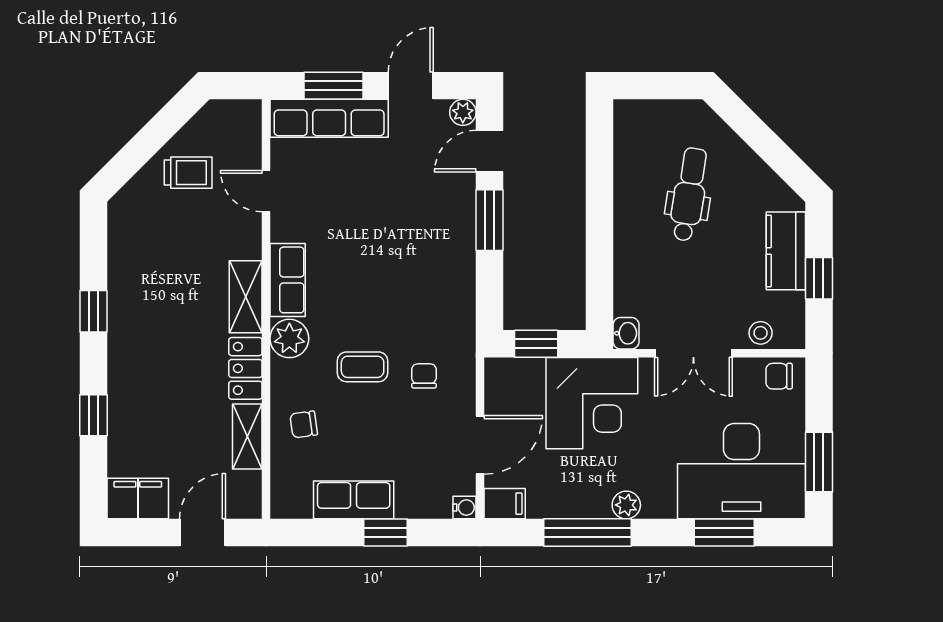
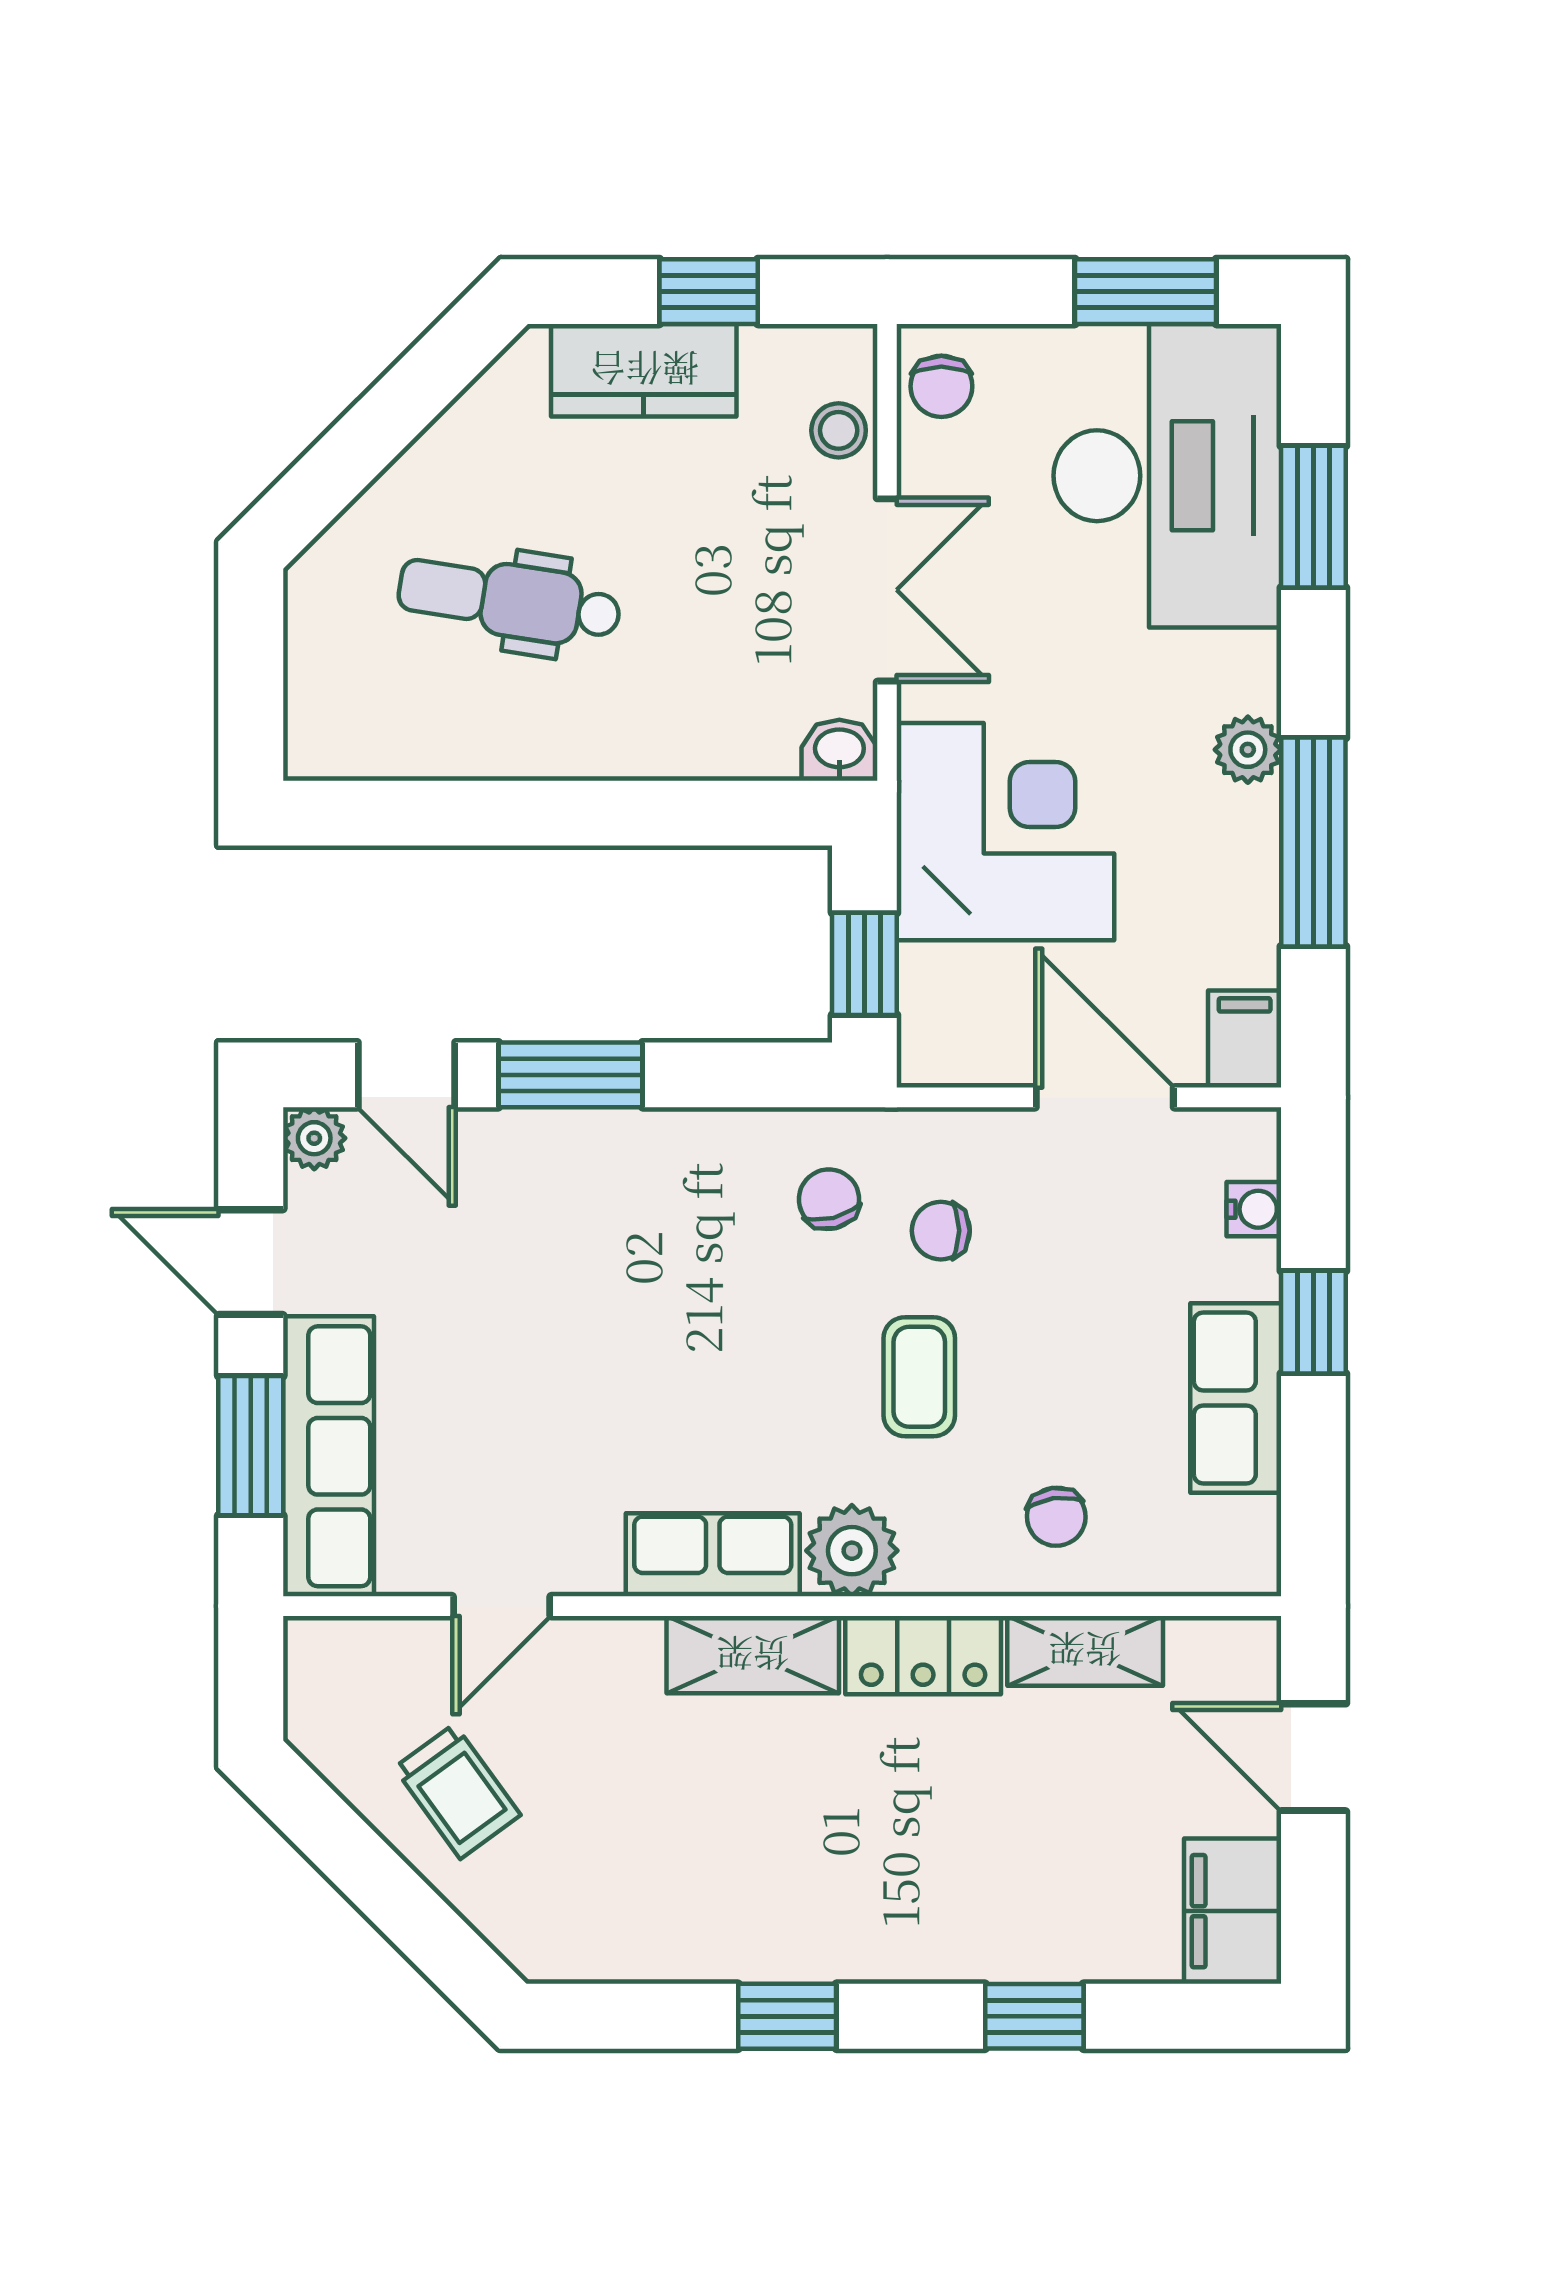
trolley: (188, 173) -> (457, 1791), turned 144
chair: (437, 329) -> (829, 1199), added
water cooler: (464, 508) -> (1254, 1209), moved, turned 90

